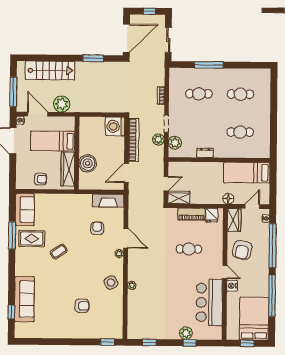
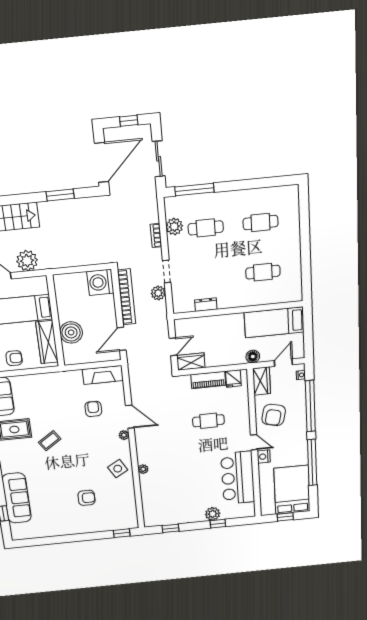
window: (209, 65) -> (194, 189), moved
plant: (175, 143) -> (174, 227), moved
dresser: (205, 153) -> (206, 305), moved

